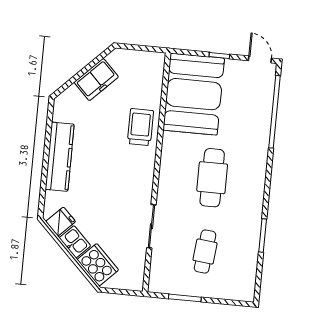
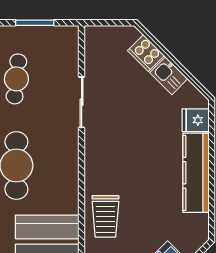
fridge: (61, 222) -> (196, 120), moved, turned 45
cooker: (98, 265) -> (146, 53), width x0.73, depth x0.76

